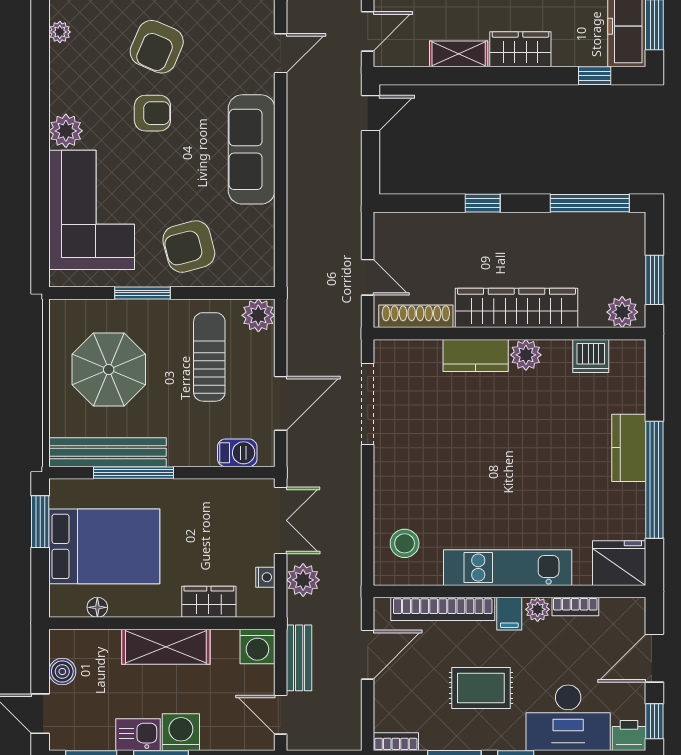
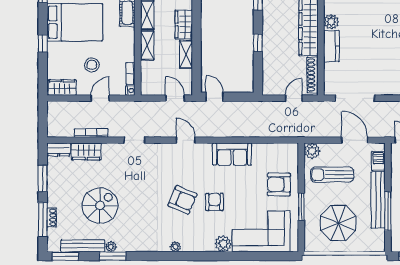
sofa: (252, 149) -> (232, 154), width x0.73
armchair: (189, 247) -> (279, 184), turned 105
bench: (108, 452) -> (378, 200), moved

